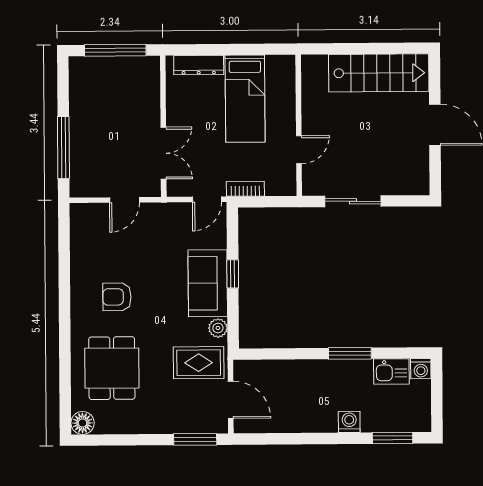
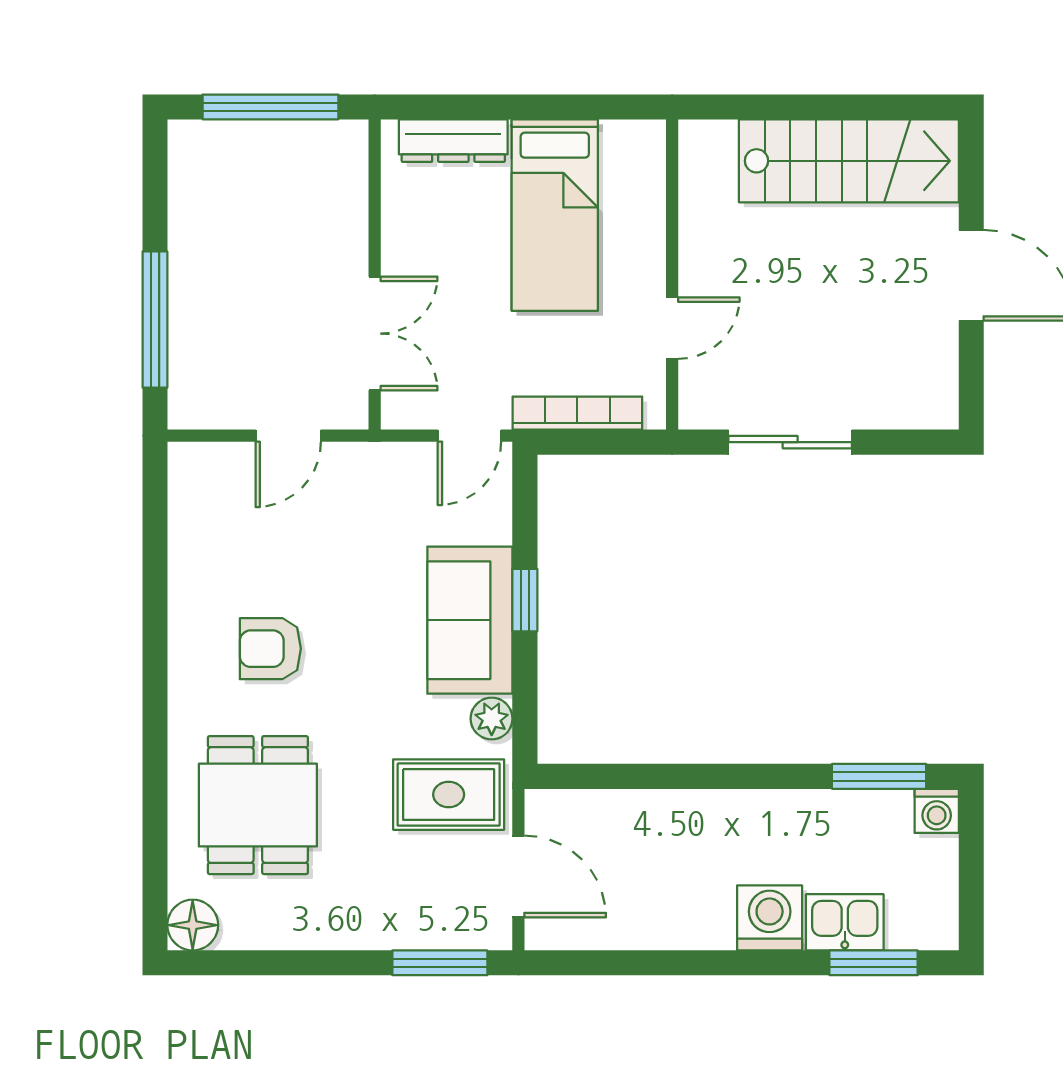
bookcase: (245, 189) -> (577, 413), width x1.56
window: (350, 353) -> (879, 776), moved
kitchen sink: (391, 372) -> (845, 922), moved, turned 180
washing machine: (349, 422) -> (770, 918), width x1.38, depth x1.38

